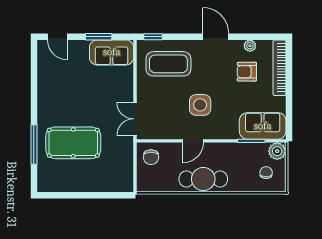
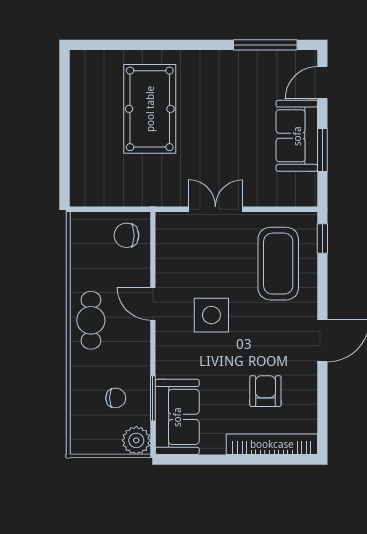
plant: (250, 46) -> (308, 396), removed
sofa: (112, 52) -> (297, 136), moved
double door: (135, 119) -> (215, 209), moved
window: (34, 145) -> (265, 45), moved
chair: (266, 173) -> (116, 398), moved
cafe table: (203, 179) -> (91, 320), width x0.73, depth x0.74

